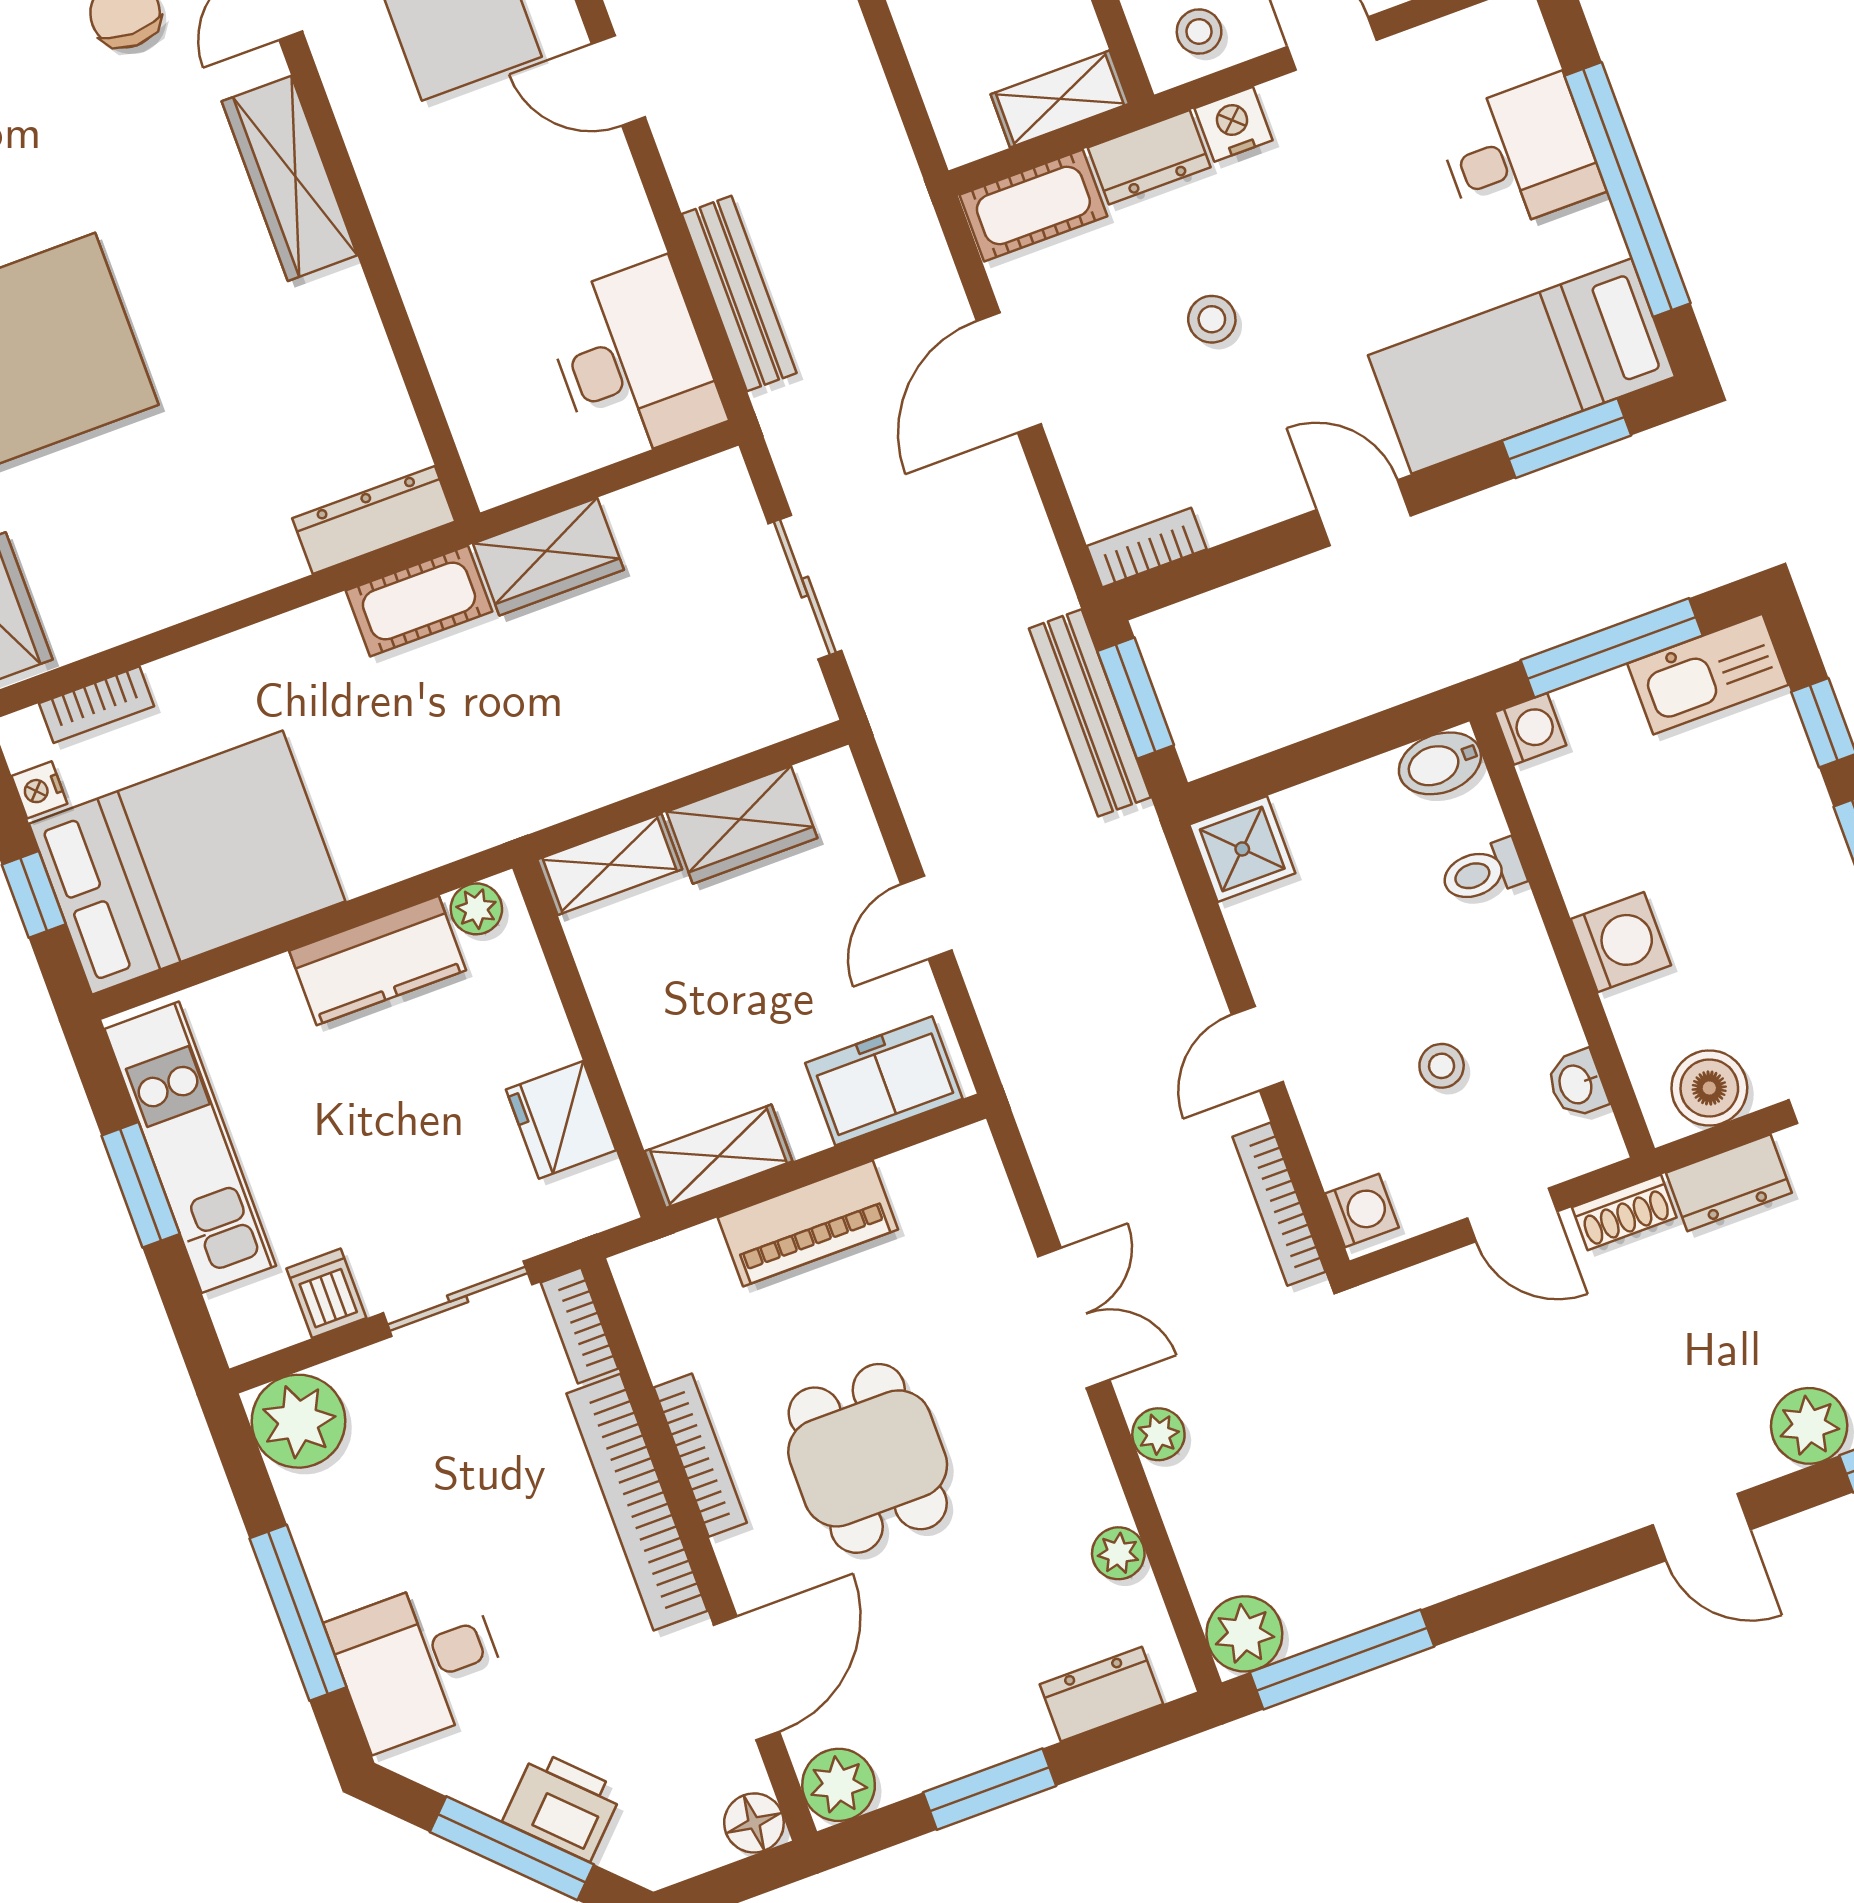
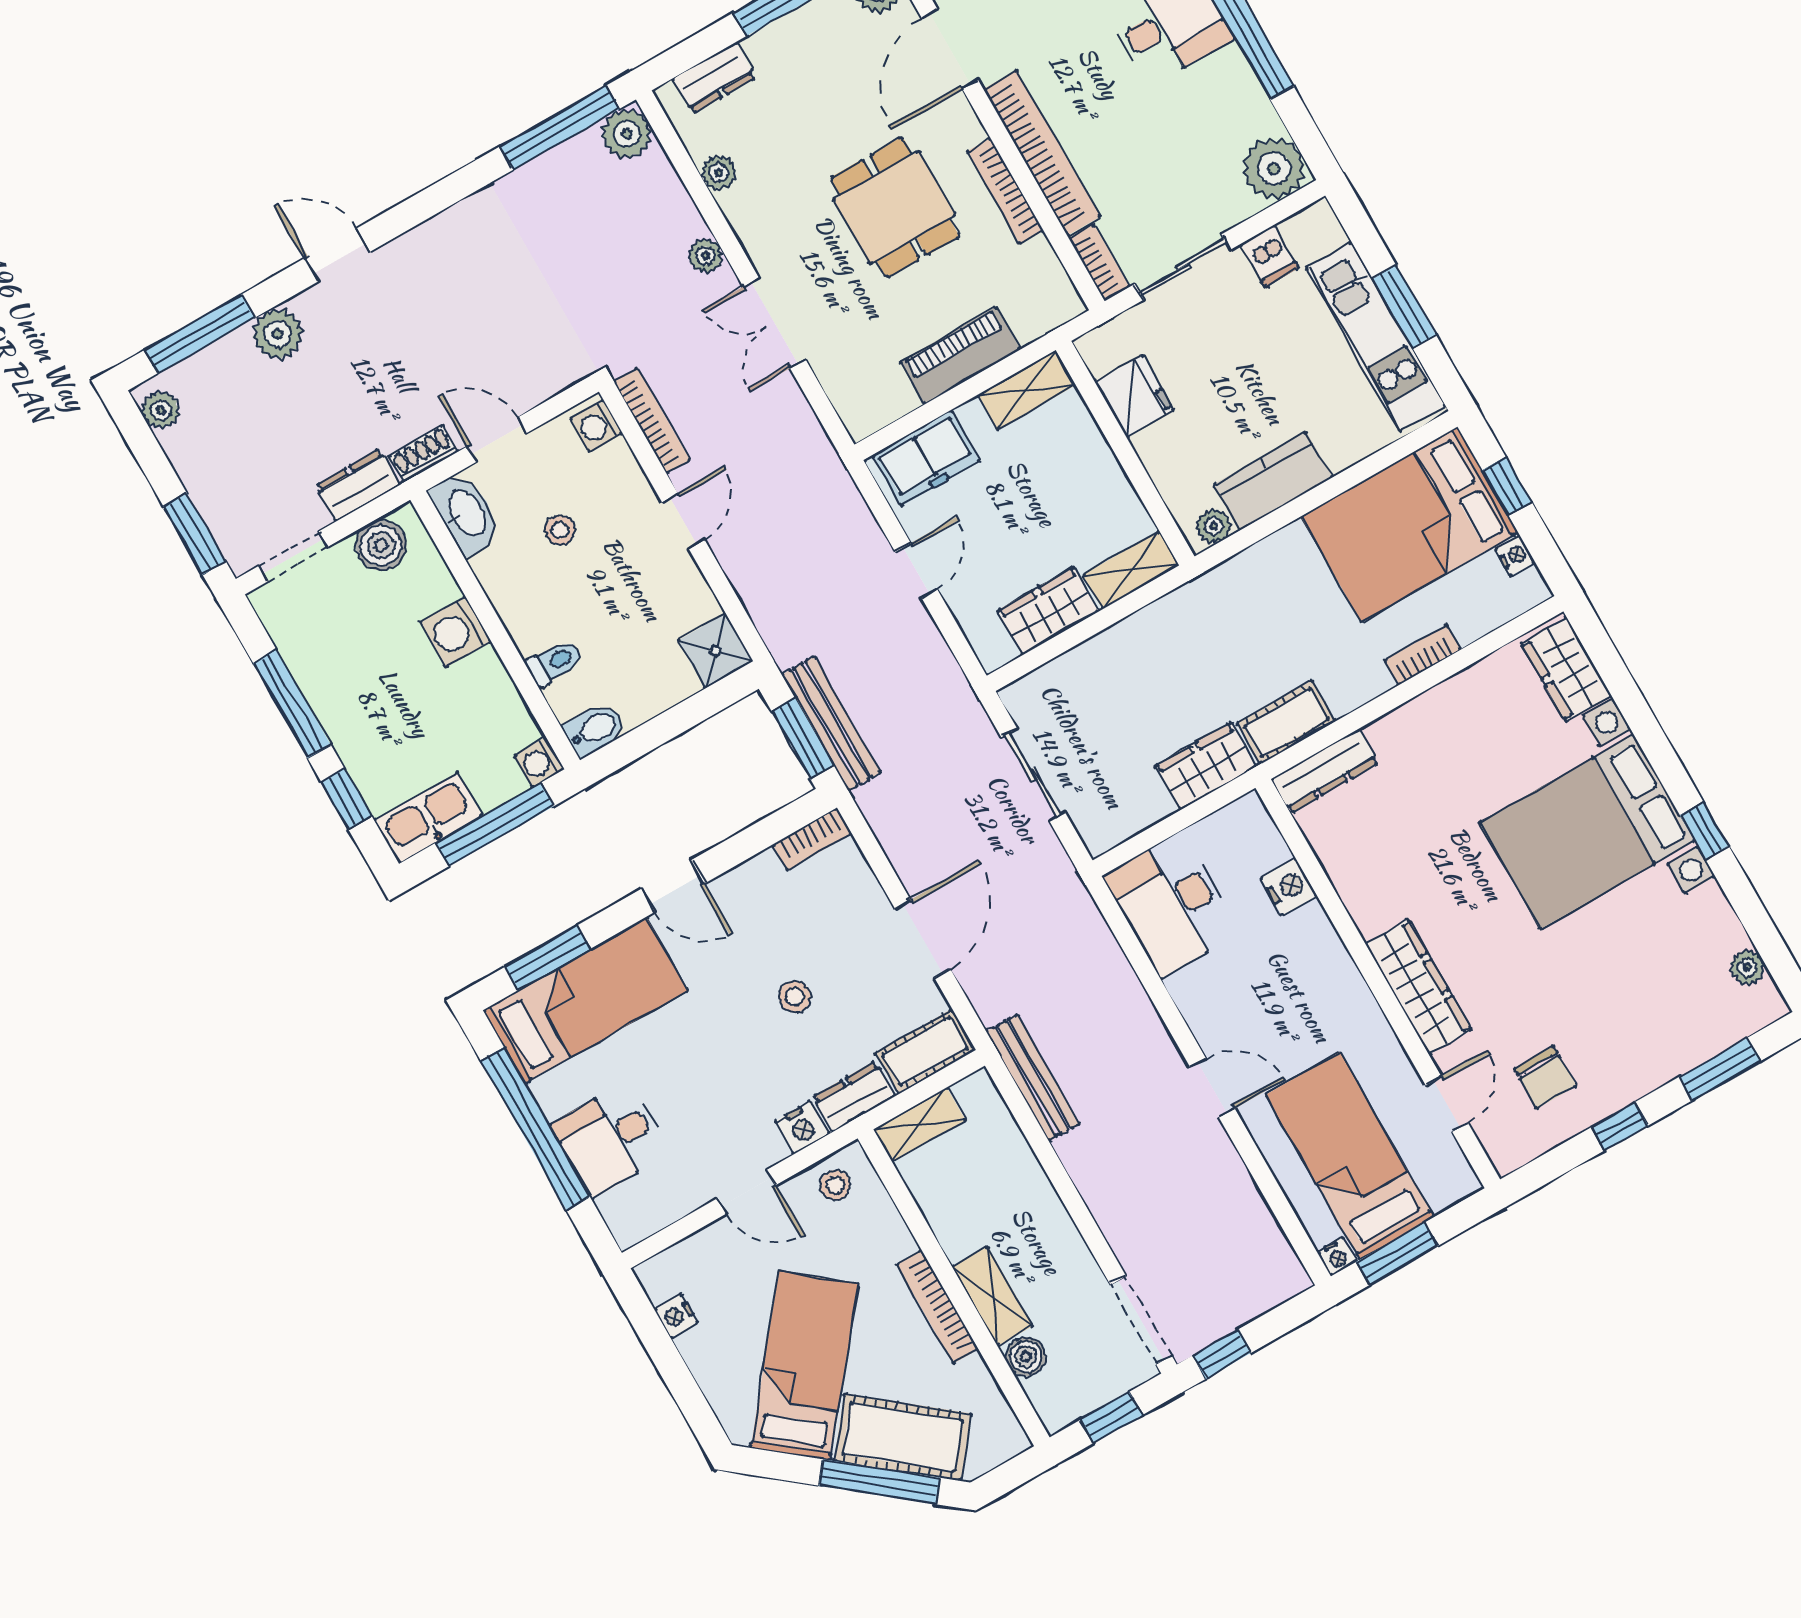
bench: (739, 294) -> (1033, 1078), moved
nightstand: (456, 358) -> (1289, 887), added
bookcase: (97, 705) -> (1423, 655), moved
washbasin: (1577, 1084) -> (466, 514), width x1.91, depth x1.45

